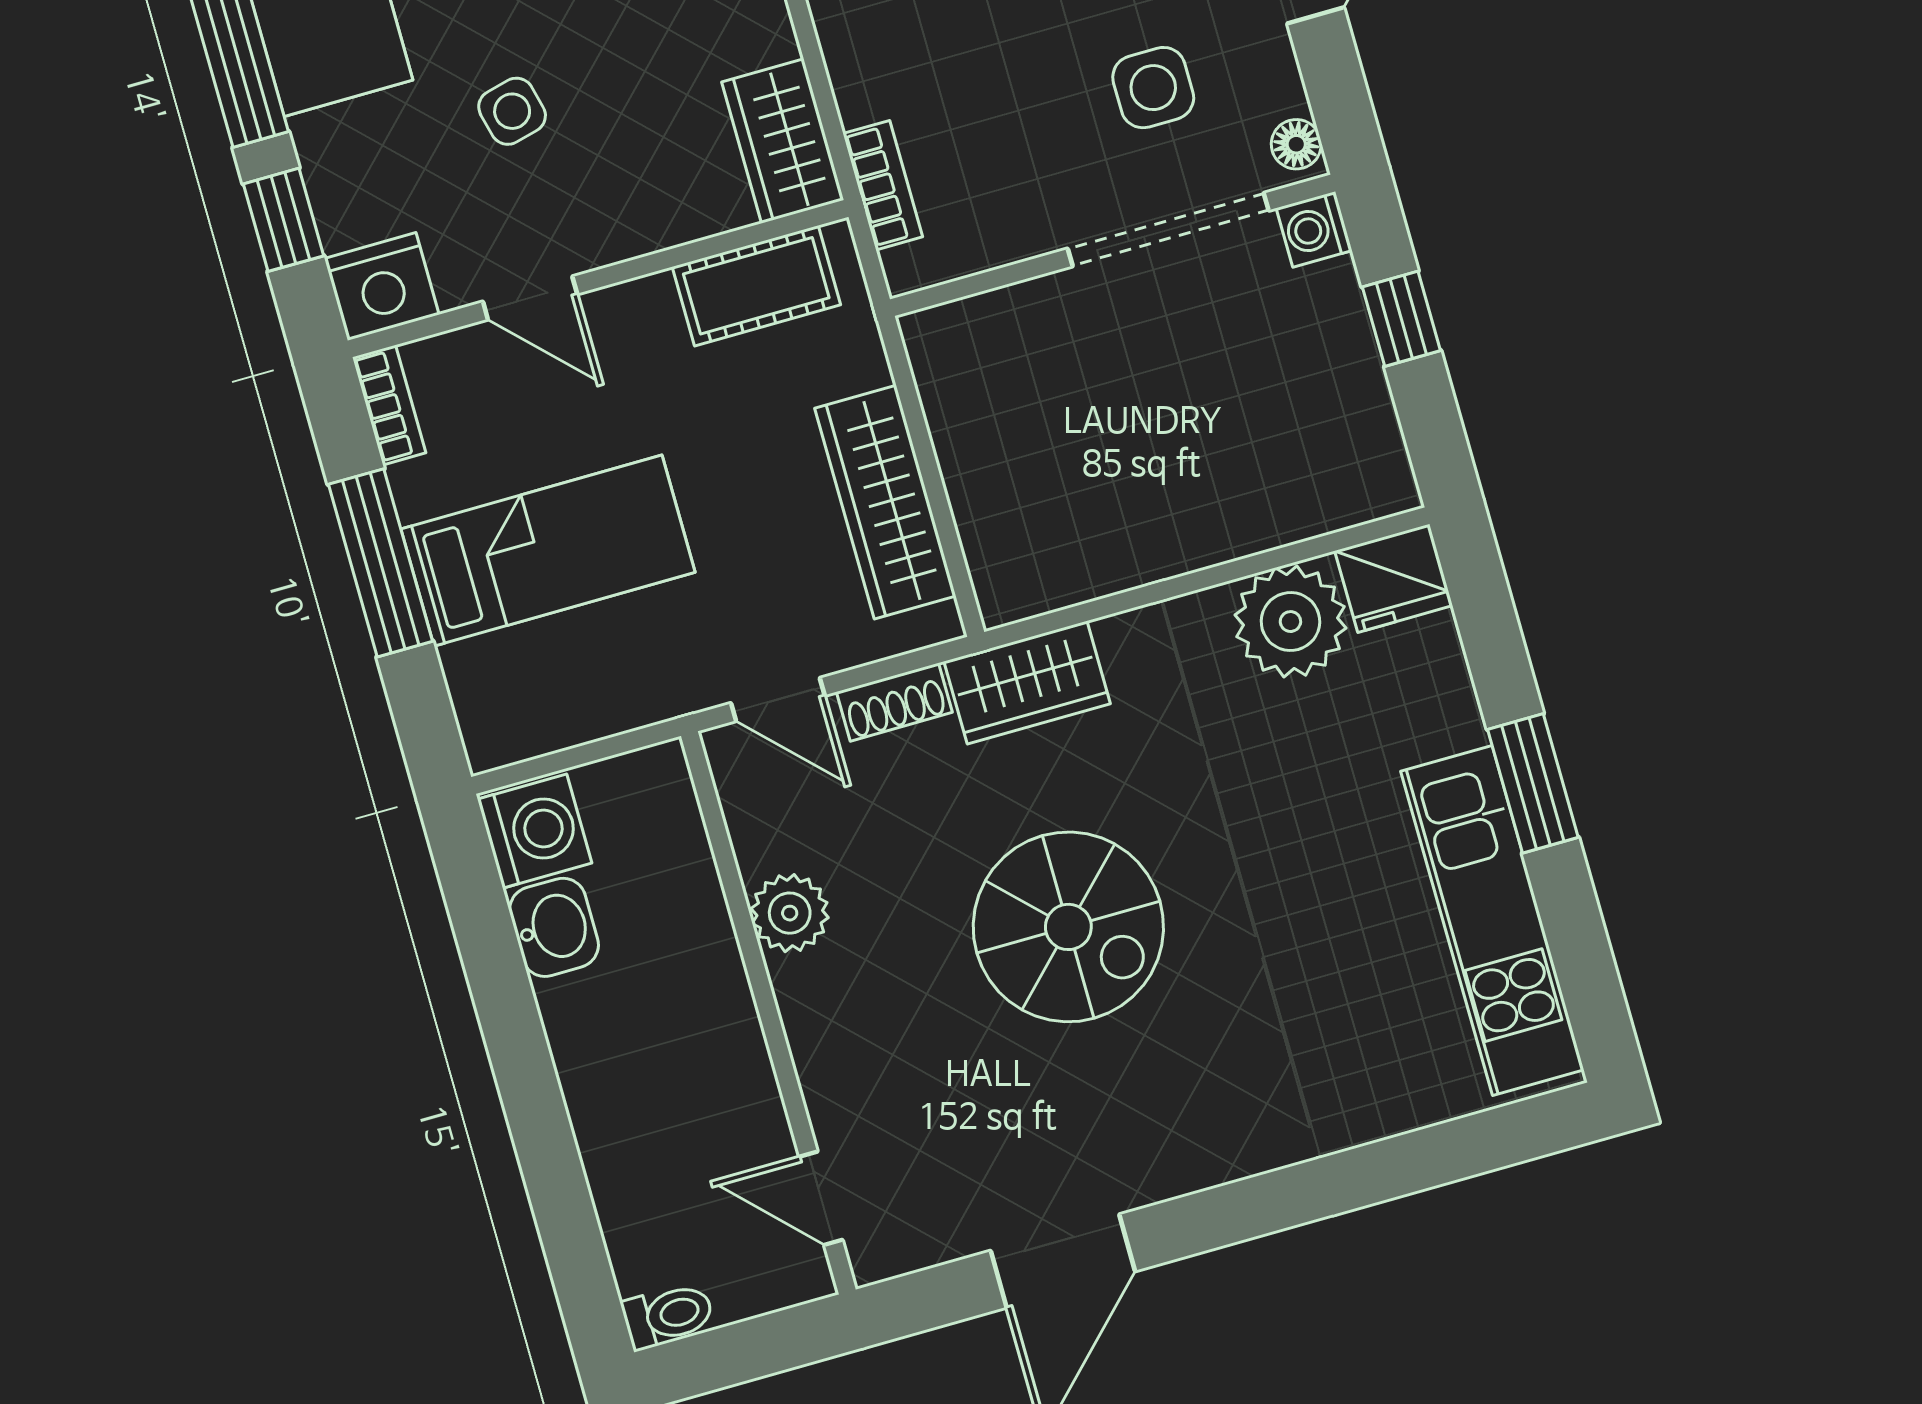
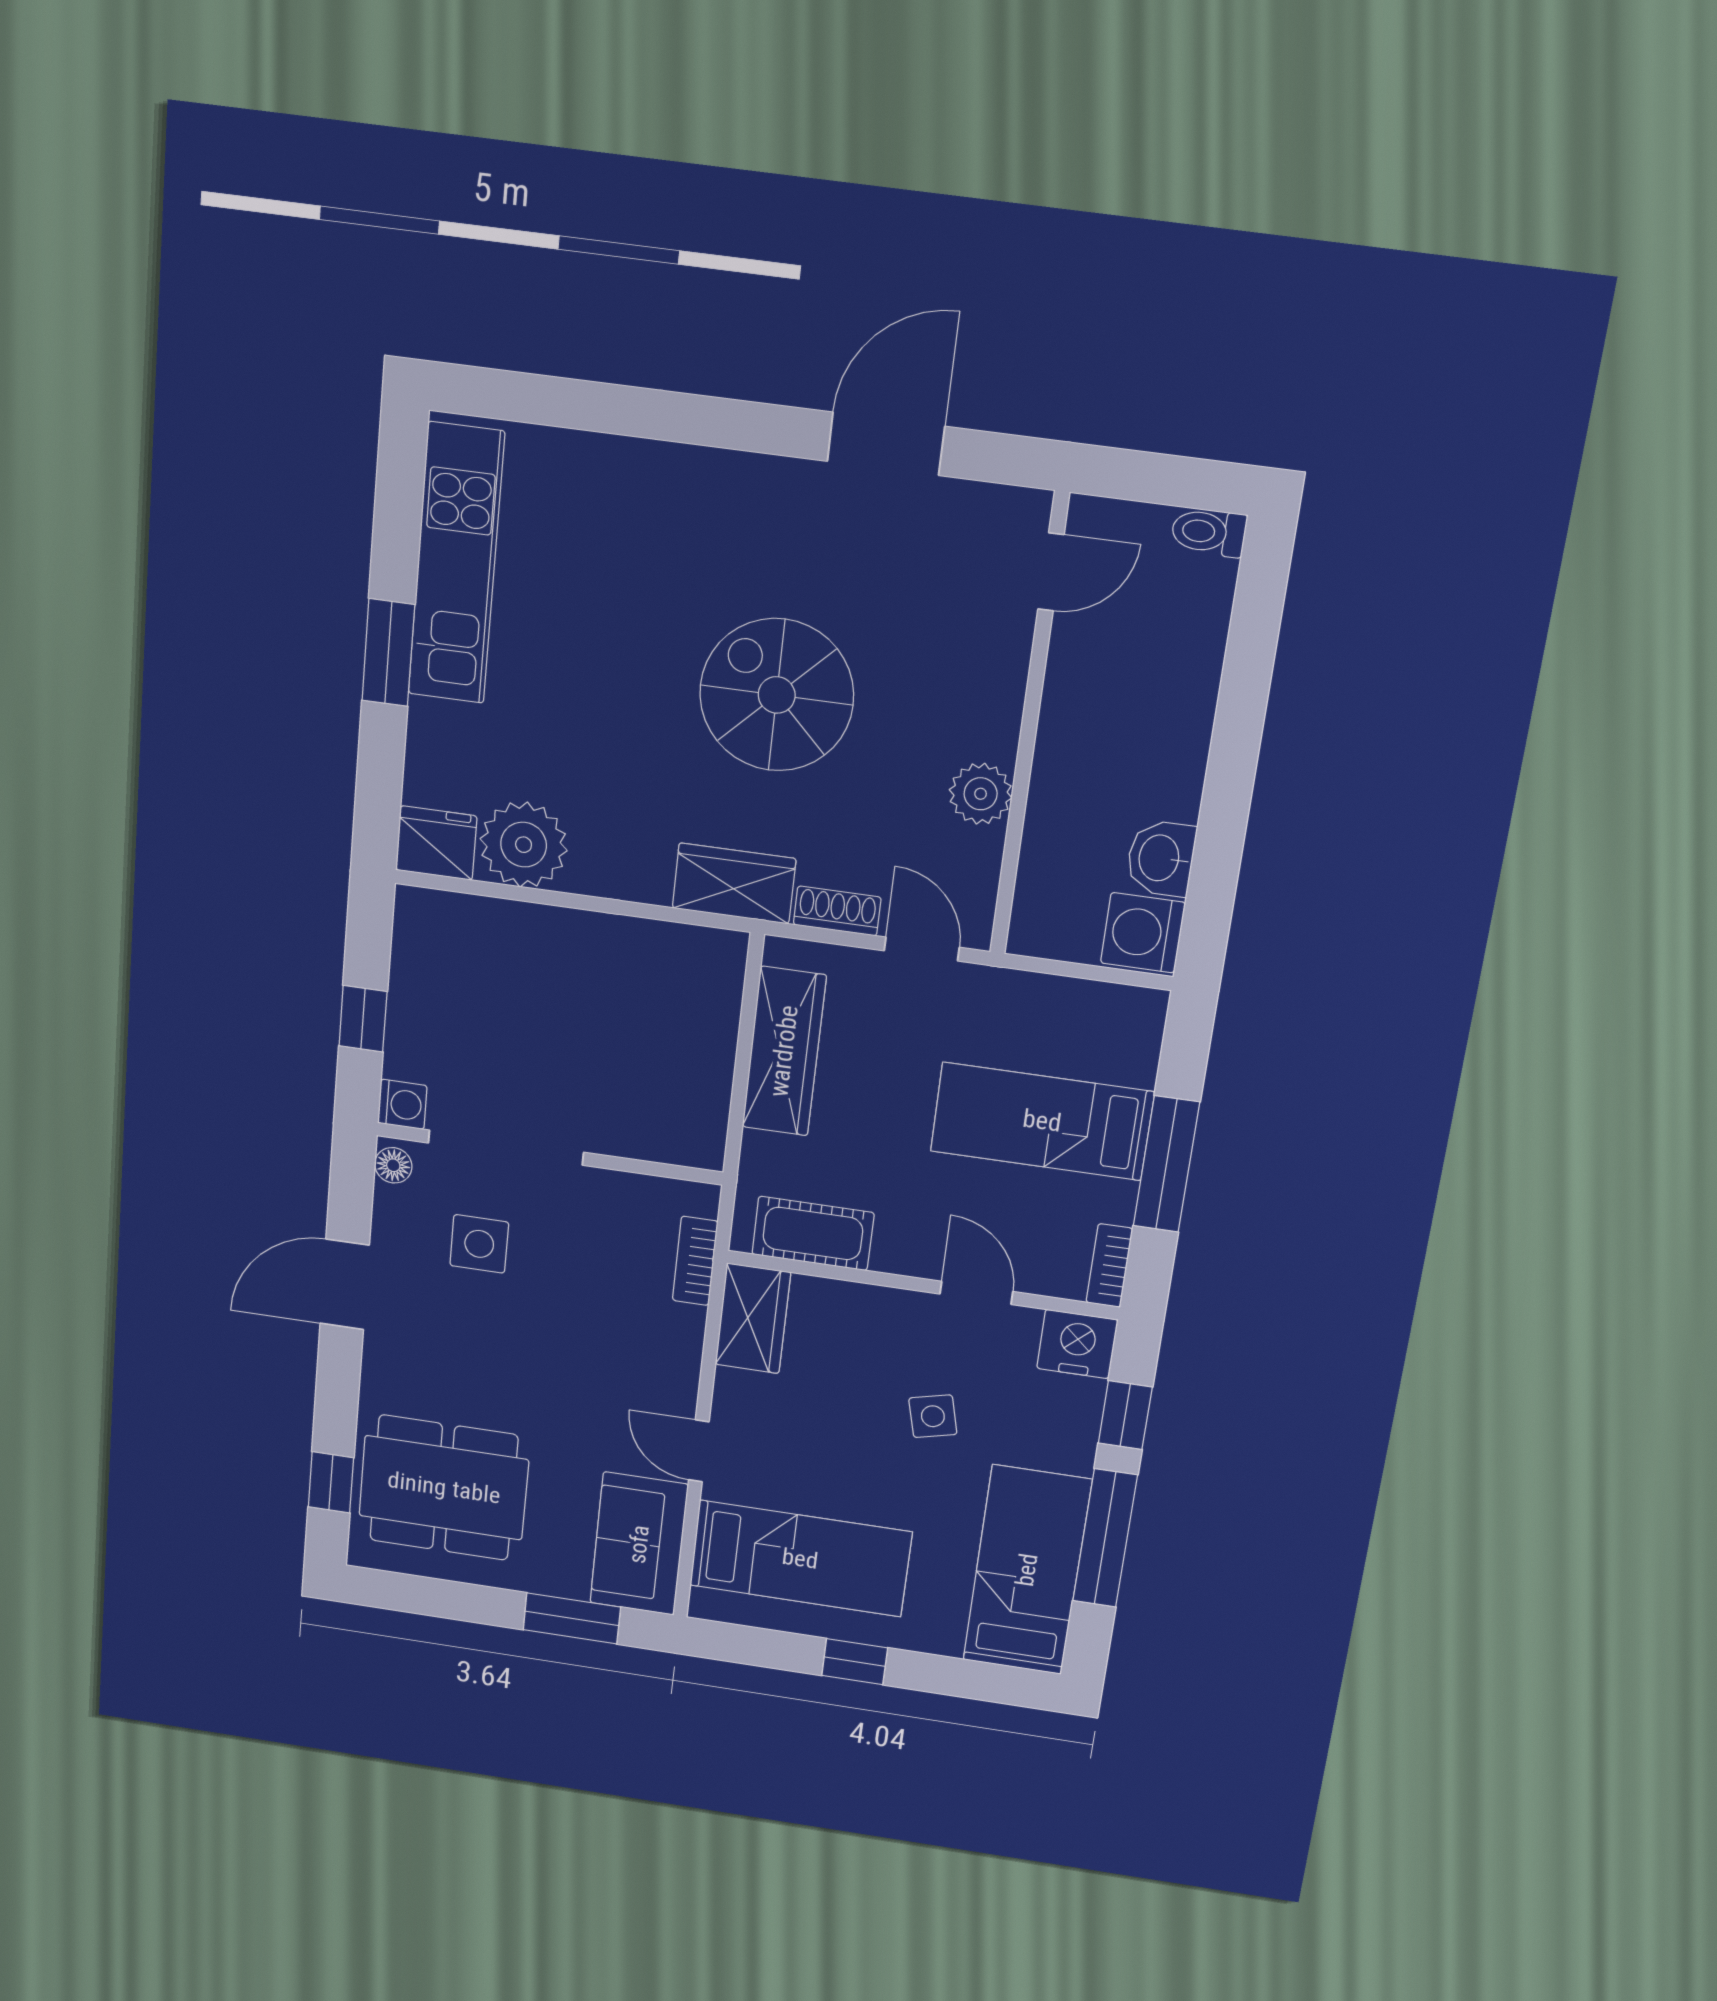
door: (821, 1198) -> (1051, 572), hinge flipped

